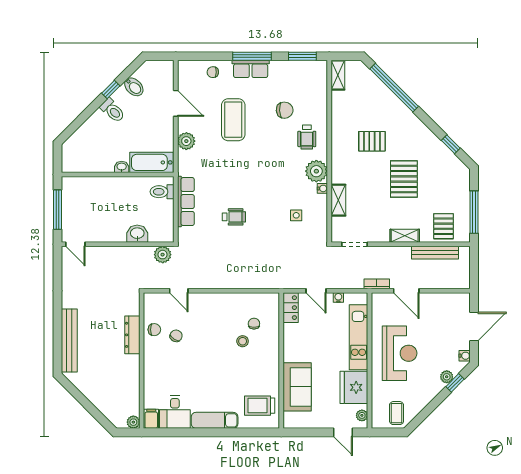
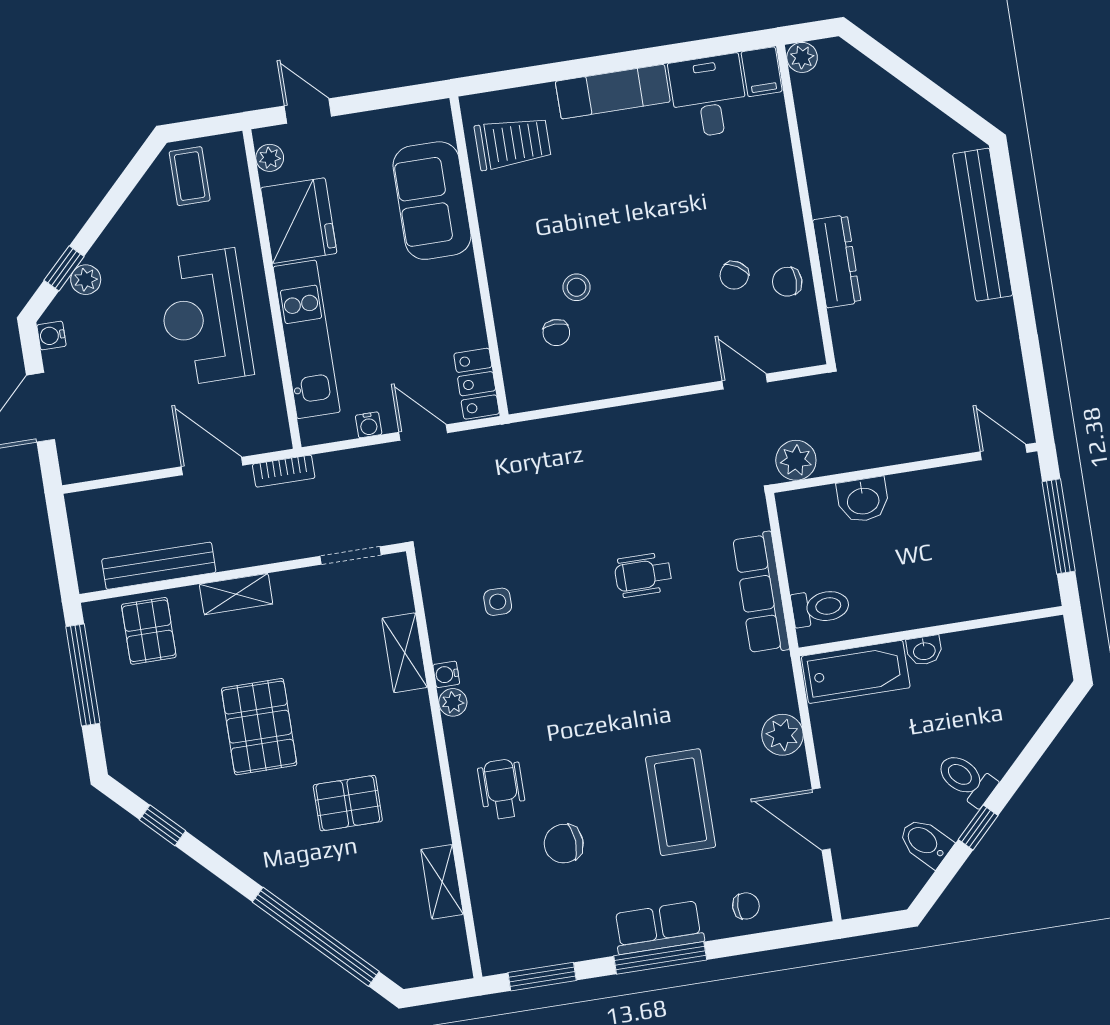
shelving: (338, 75) -> (442, 882), moved
plant: (316, 171) -> (453, 702), width x0.53, depth x0.53

